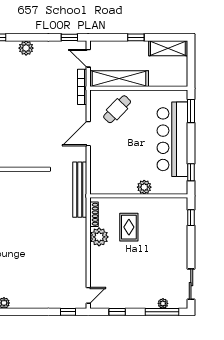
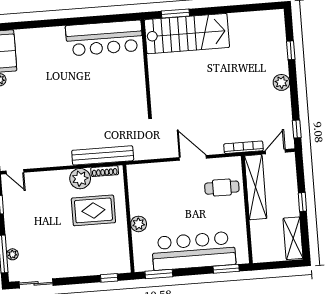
cafe table: (117, 109) -> (222, 188), turned -44
window: (191, 172) -> (159, 274), width x1.50
bench: (80, 190) -> (103, 155), moved
rug: (129, 227) -> (93, 210), width x1.36, depth x1.43

